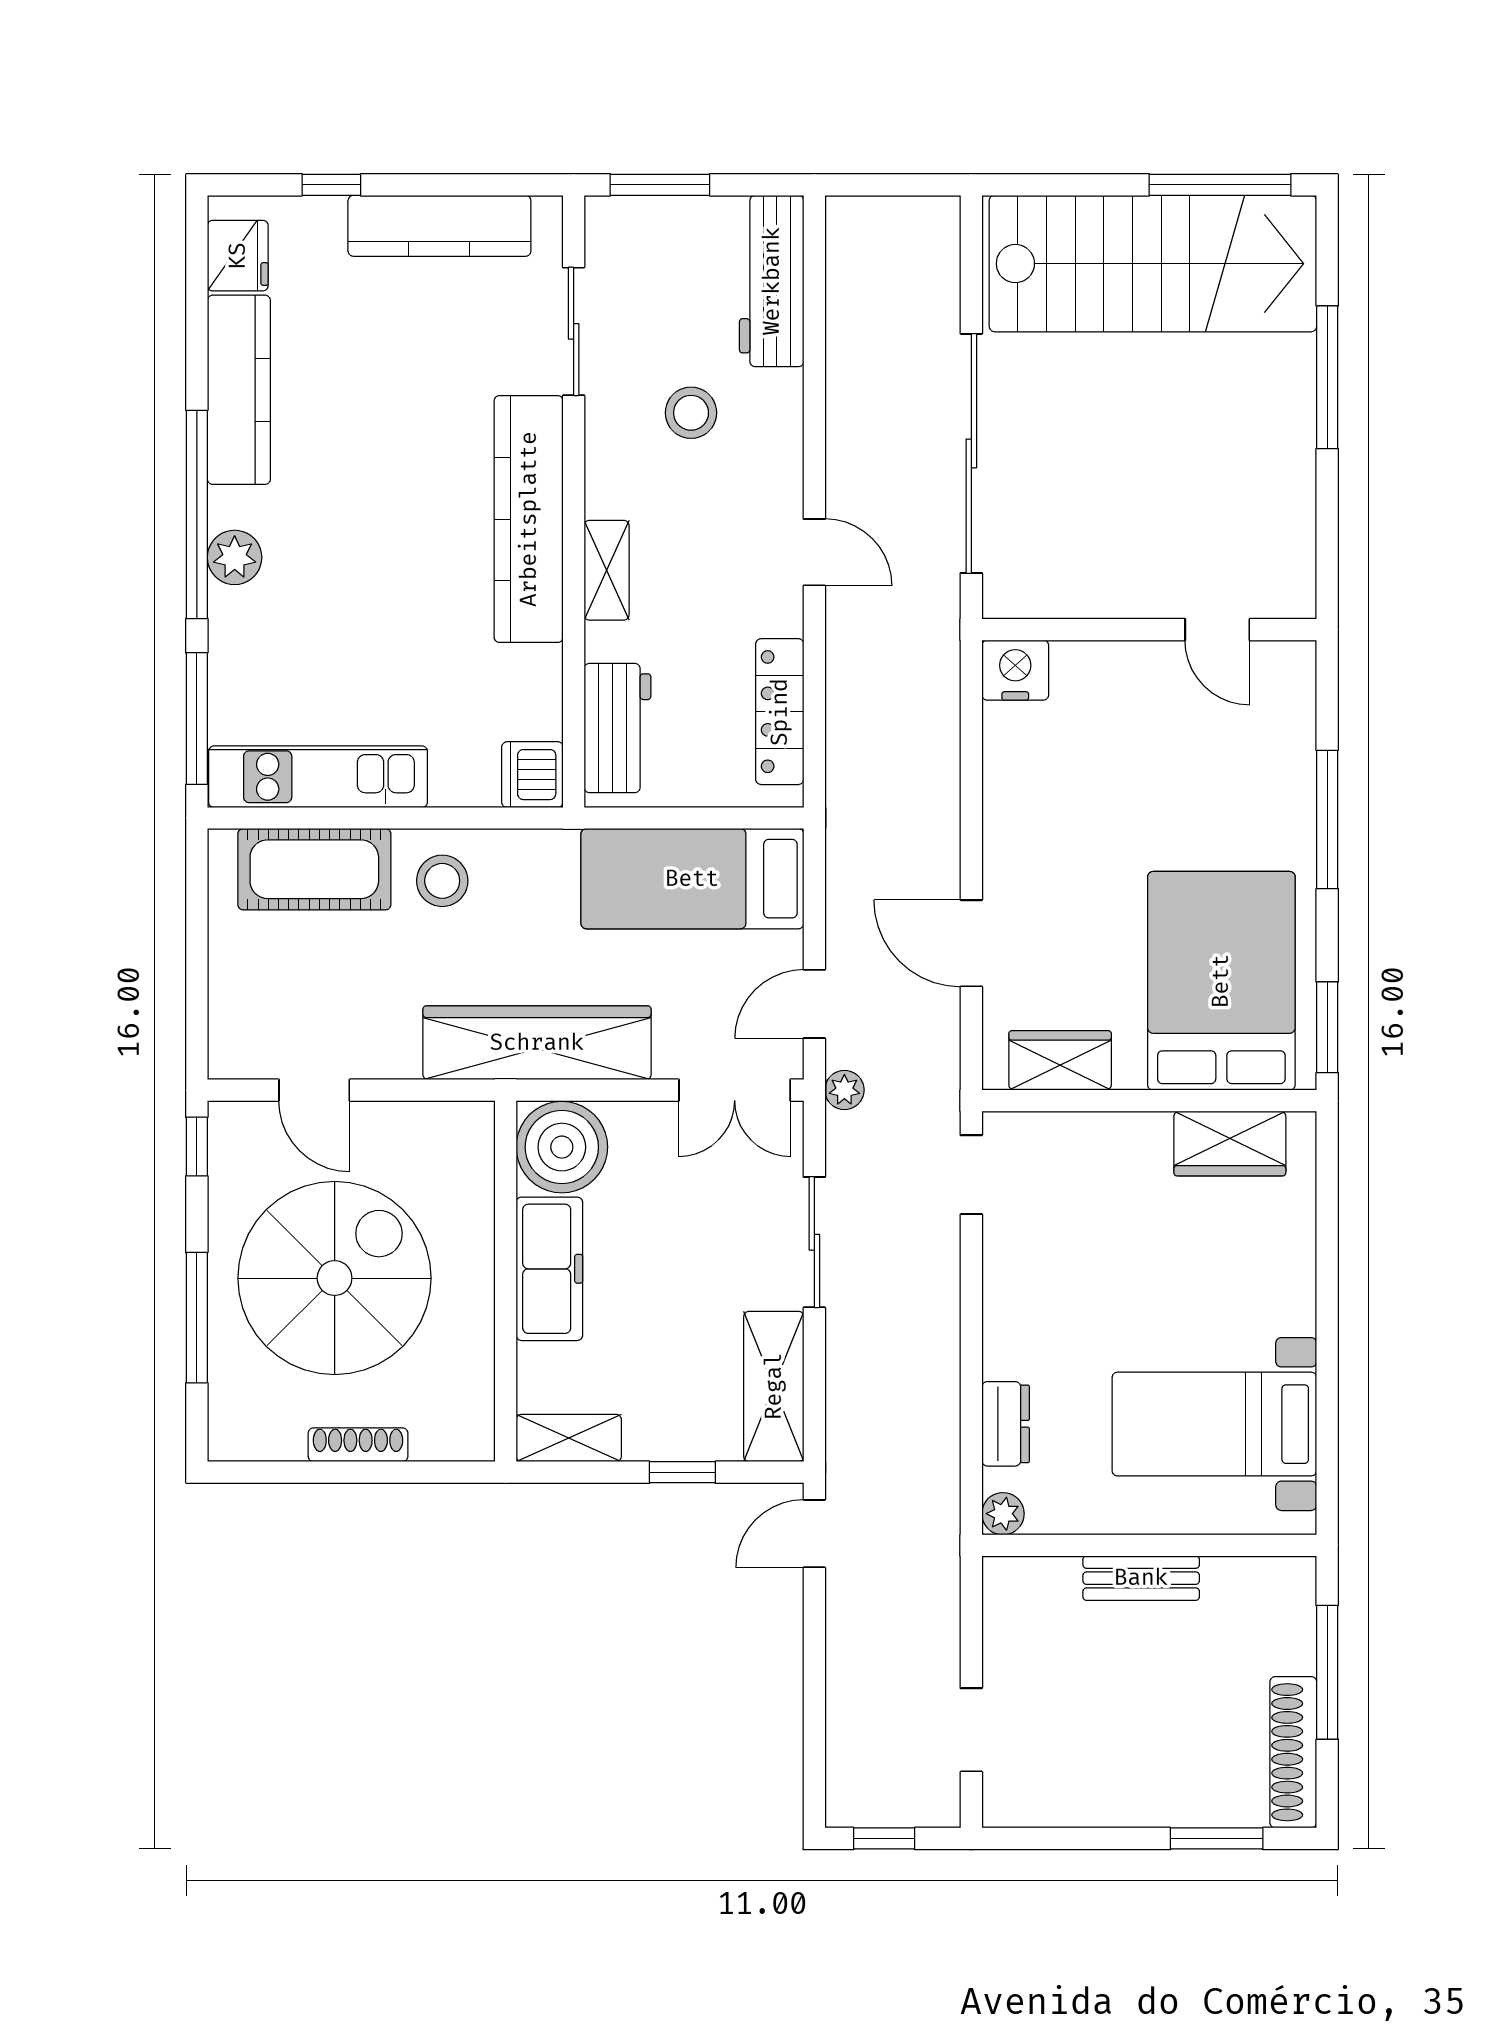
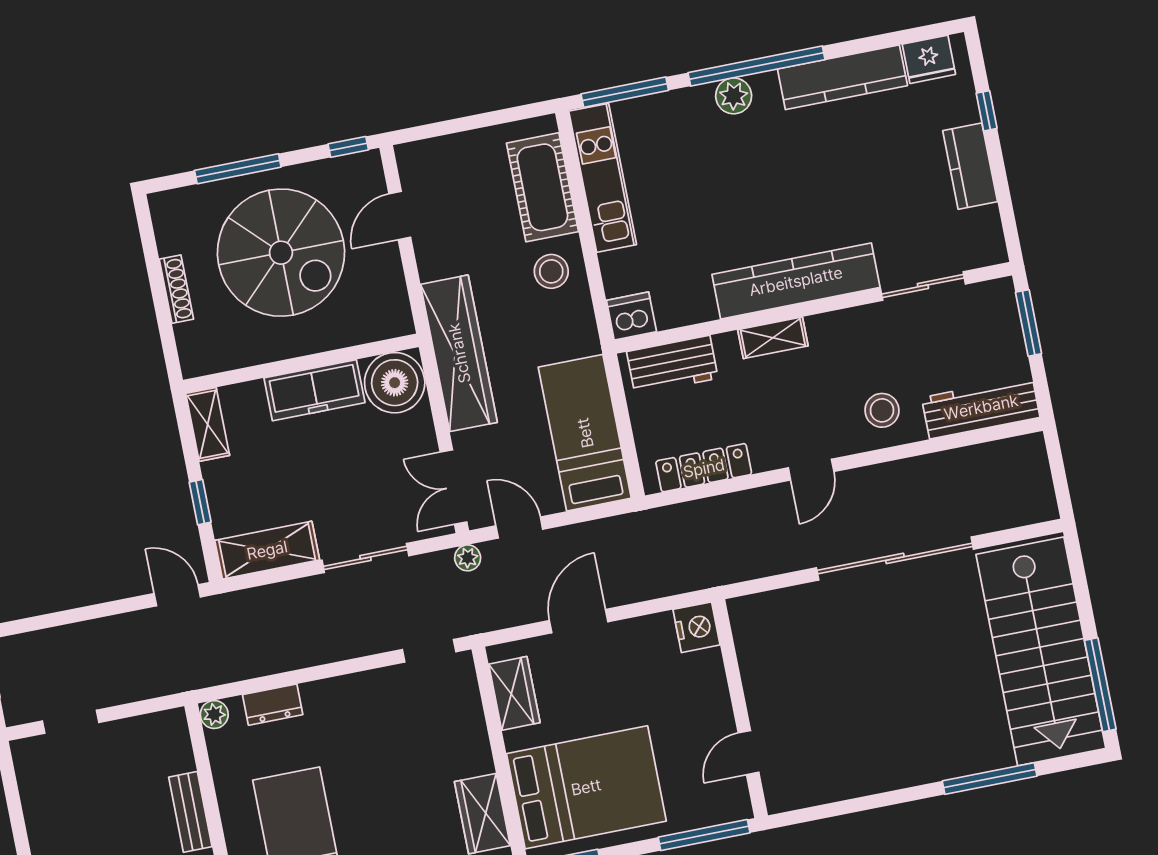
kitchen counter: (439, 226) -> (970, 166), width x0.67
stool: (691, 413) -> (882, 410), moved
wall: (1149, 630) -> (740, 709), moved
door: (1217, 630) -> (748, 753), moved
nightstand: (1015, 670) -> (696, 627), moved

